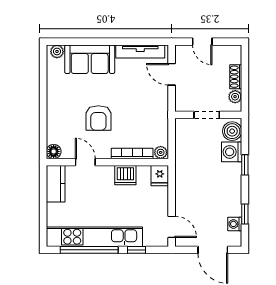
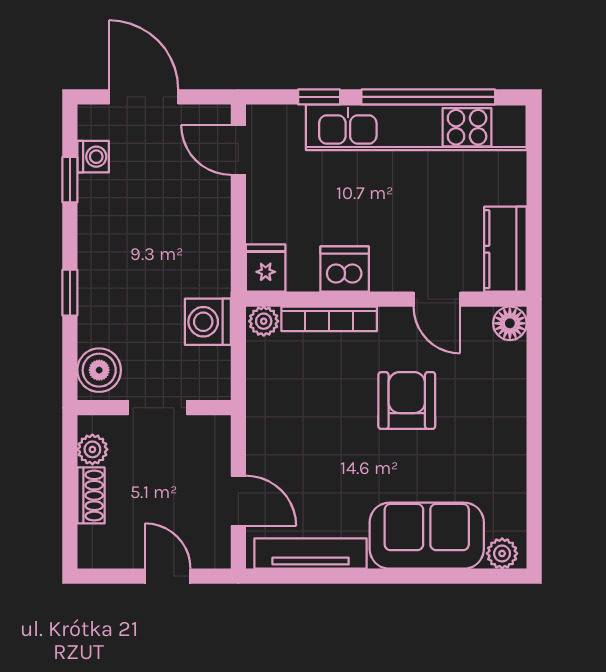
washing machine: (232, 152) -> (208, 322), moved, turned 180

